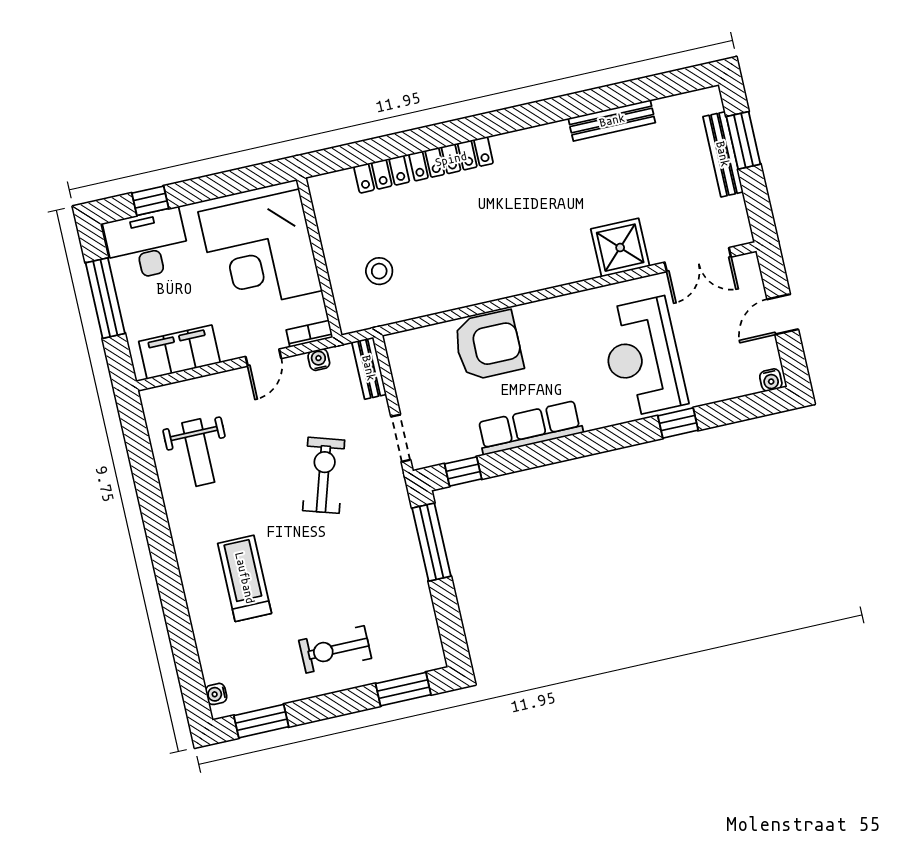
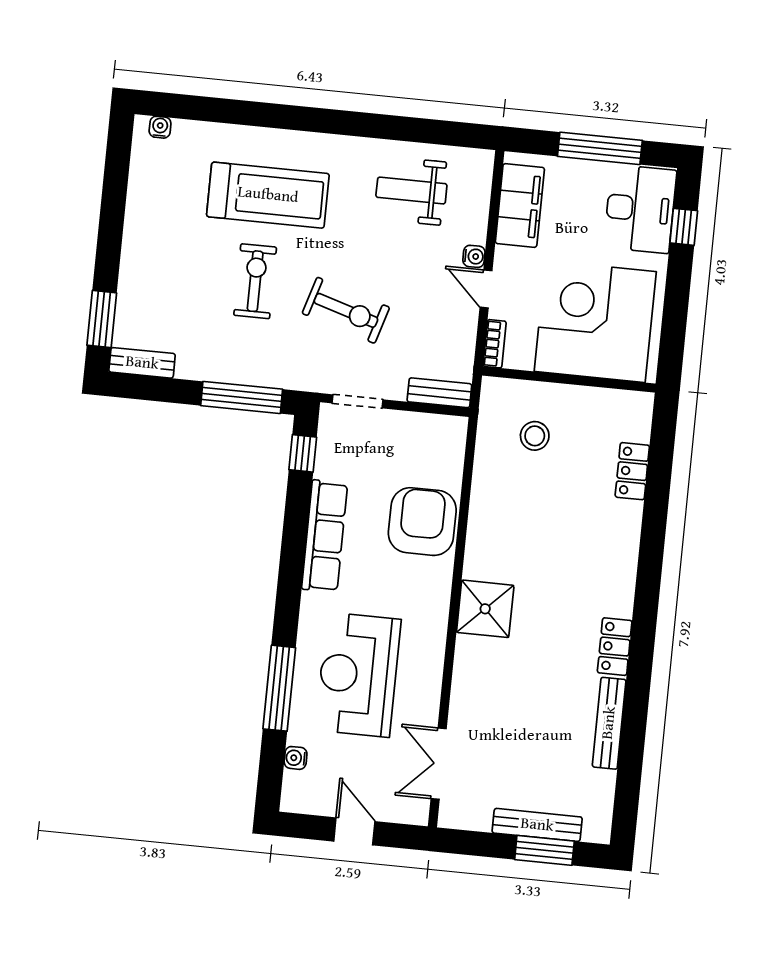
locker: (451, 159) -> (615, 647), moved, width x0.66
shower: (620, 248) -> (485, 609), moved
armchair: (488, 345) -> (422, 522), turned 180
reception desk: (643, 357) -> (358, 675), turned -90
water cooler: (319, 360) -> (474, 256), moved
water cooler: (771, 380) -> (296, 758), moved
window: (678, 423) -> (279, 688), width x2.17
treadmill: (245, 578) -> (268, 195), width x1.37, depth x1.38
bench: (430, 640) -> (142, 363), added
exercise bike: (335, 649) -> (255, 281), moved
window: (261, 721) -> (117, 164), removed

